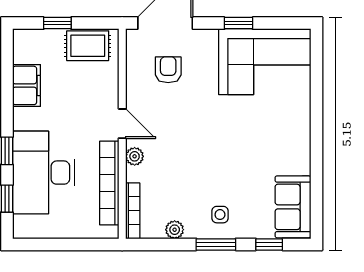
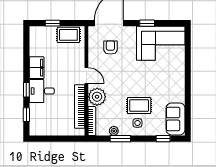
filing cabinet: (27, 85) -> (37, 68), moved
plant: (135, 156) -> (97, 97), width x1.88, depth x1.88
desk: (44, 173) -> (42, 91), width x0.53, depth x0.77
rug: (223, 181) -> (139, 106), added
window: (216, 244) -> (120, 139), moved

